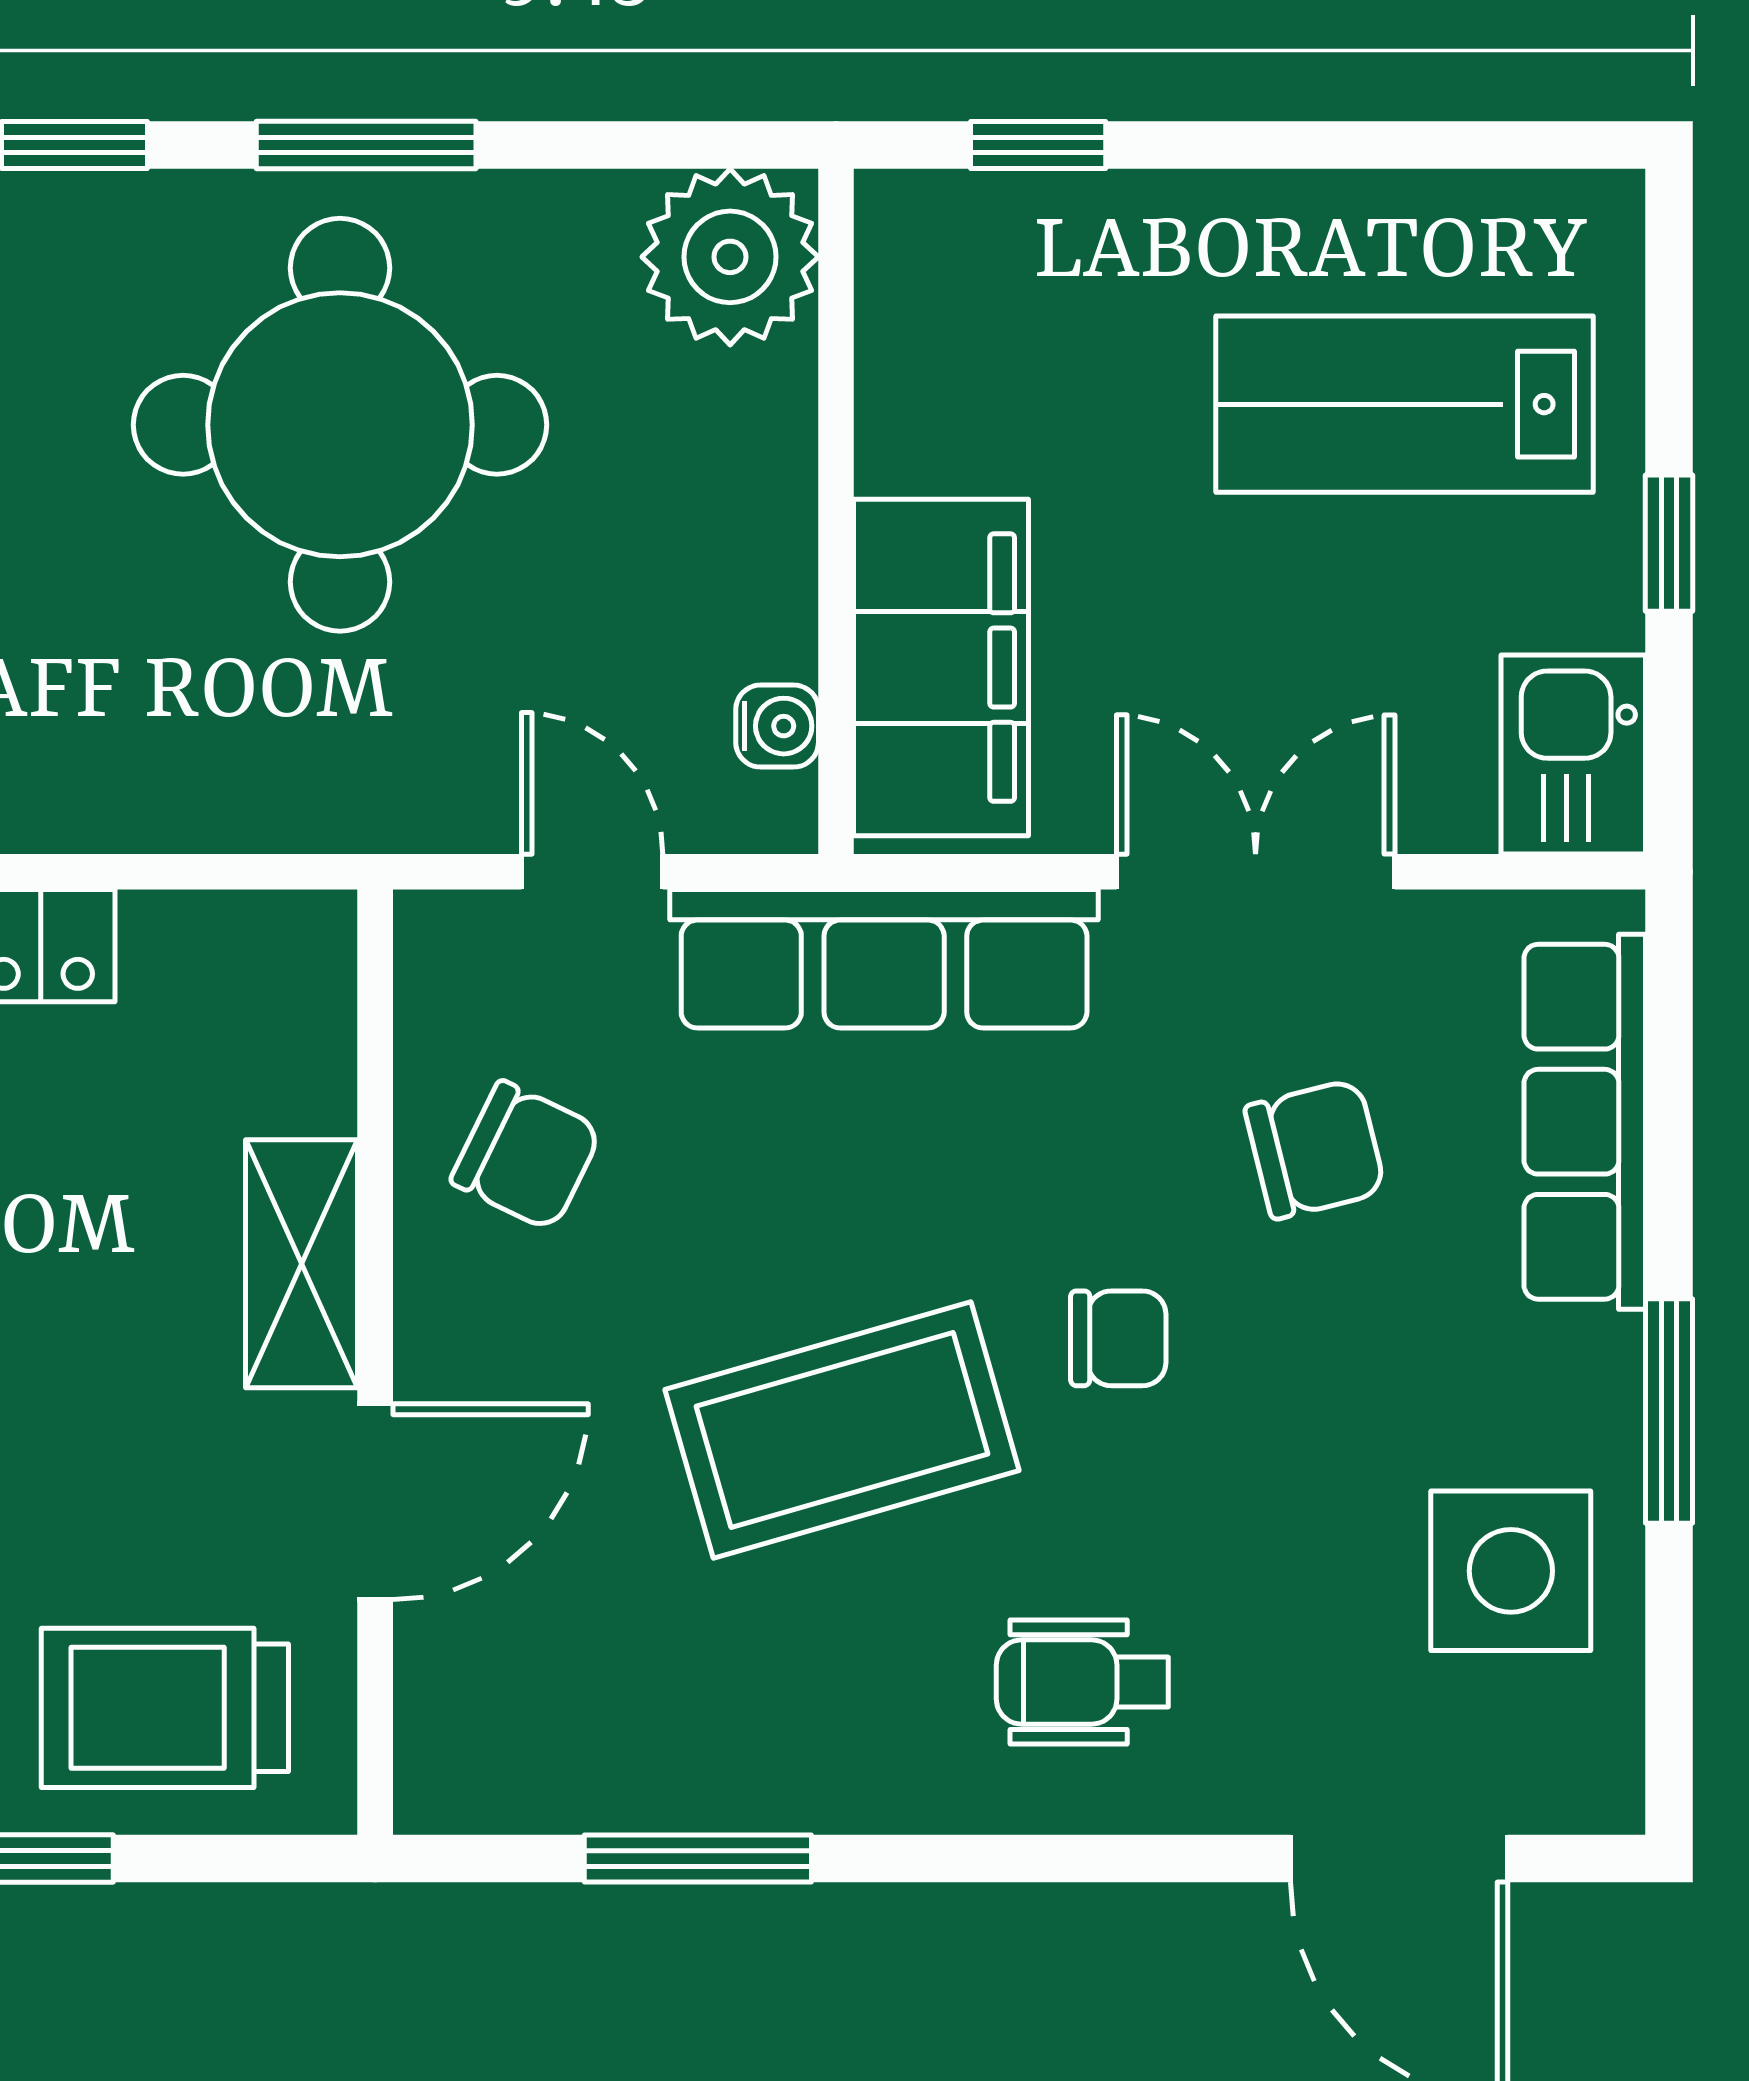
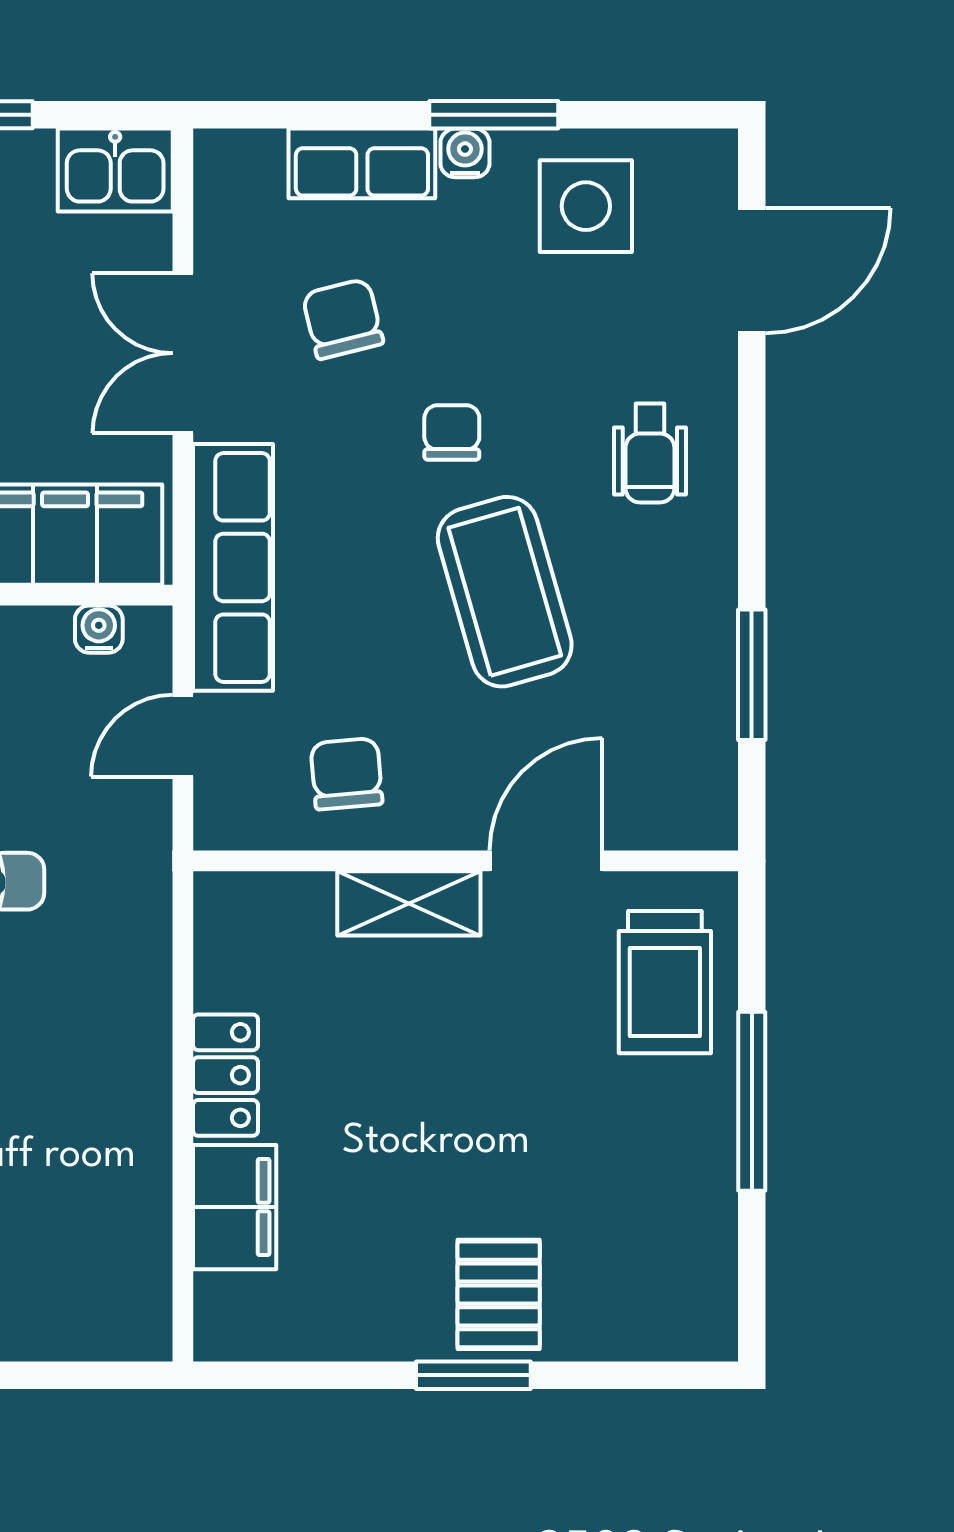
row of seats: (1585, 1122) -> (362, 163), width x0.68
chair: (526, 1156) -> (346, 774), turned -31
water cooler: (1603, 1361) -> (465, 153), added
door: (375, 1502) -> (546, 861), hinge flipped

